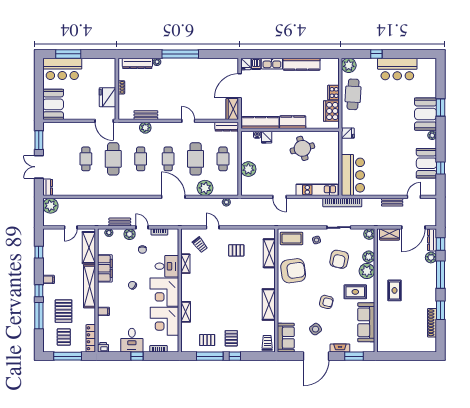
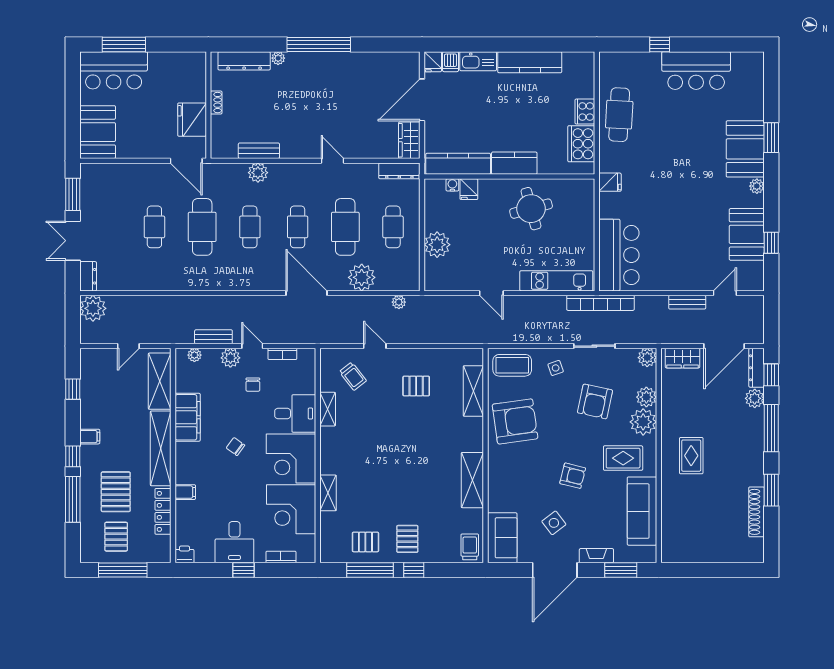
plant: (349, 65) -> (612, 64), removed
locker: (91, 338) -> (163, 511), moved

